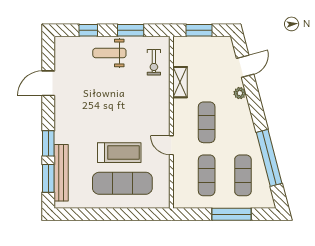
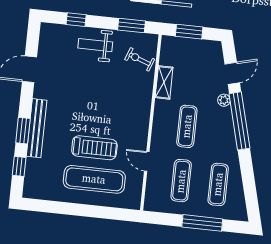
window: (131, 30) -> (132, 25), moved
exercise bike: (154, 62) -> (140, 59), turned 110
door: (171, 145) -> (147, 161), moved
window: (269, 158) -> (239, 121), moved
bench: (61, 173) -> (37, 128), moved
window: (48, 178) -> (19, 166), width x0.67

